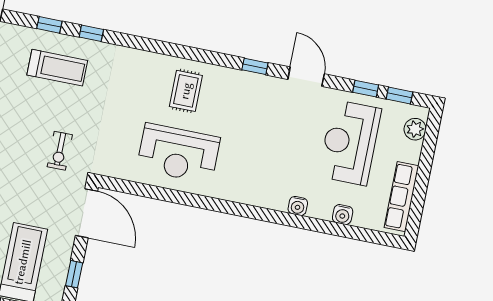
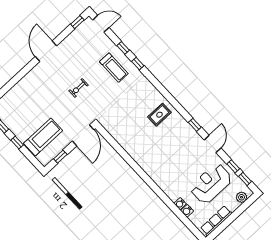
exercise bike: (60, 151) -> (79, 88), moved
reception desk: (178, 153) -> (138, 138), removed
water cooler: (298, 206) -> (180, 204), moved

